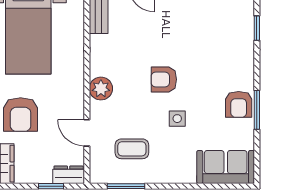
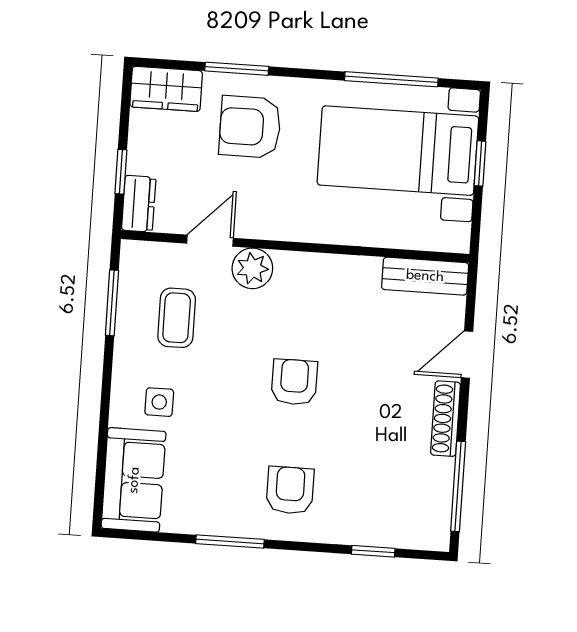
plant: (101, 89) -> (252, 268), moved
armchair: (239, 104) -> (290, 490), moved, turned 90
side table: (177, 119) -> (159, 402), moved

